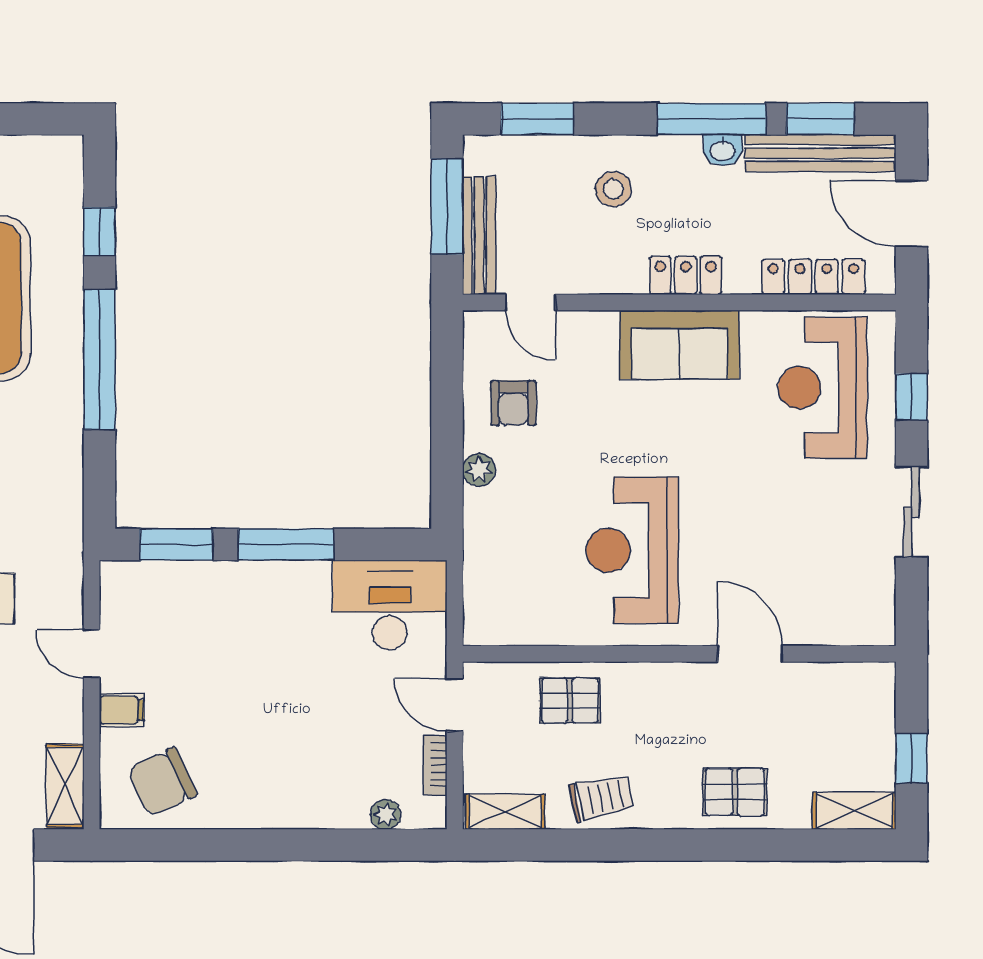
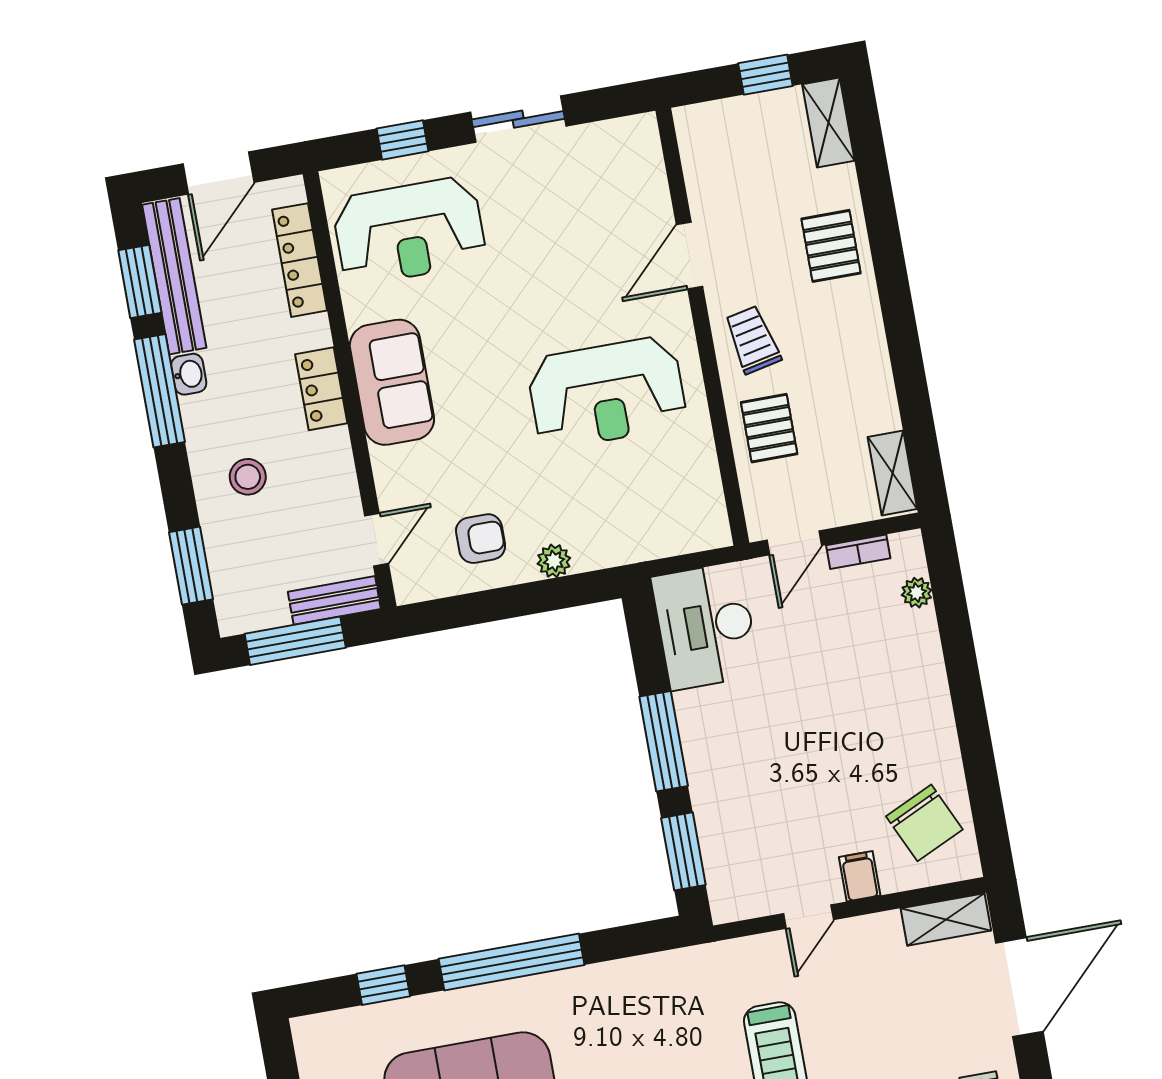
bench: (479, 235) -> (334, 600), width x0.73
trolley: (601, 798) -> (753, 340), moved

